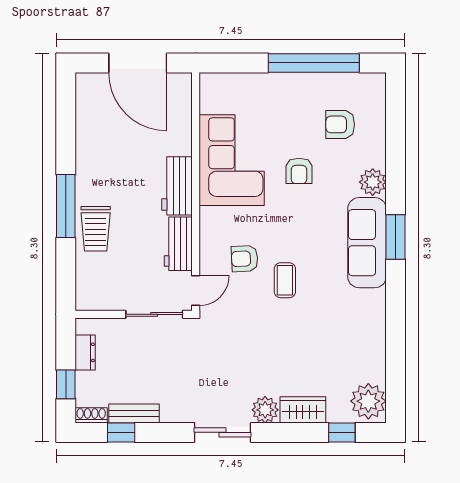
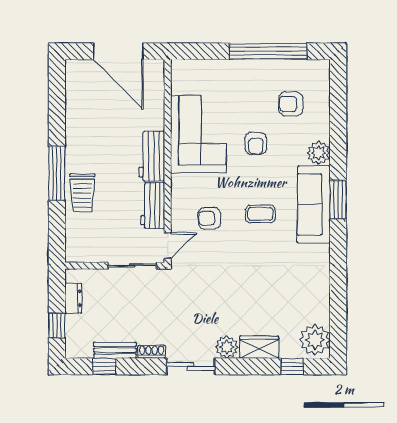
coffee table: (285, 280) -> (260, 214), moved, turned 90
shoe rack: (91, 415) -> (152, 352), moved

